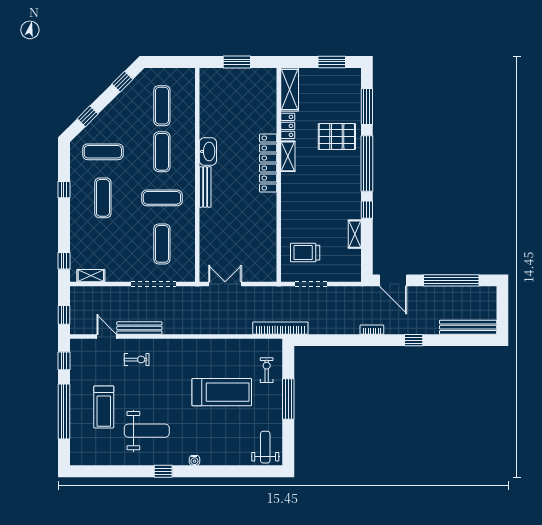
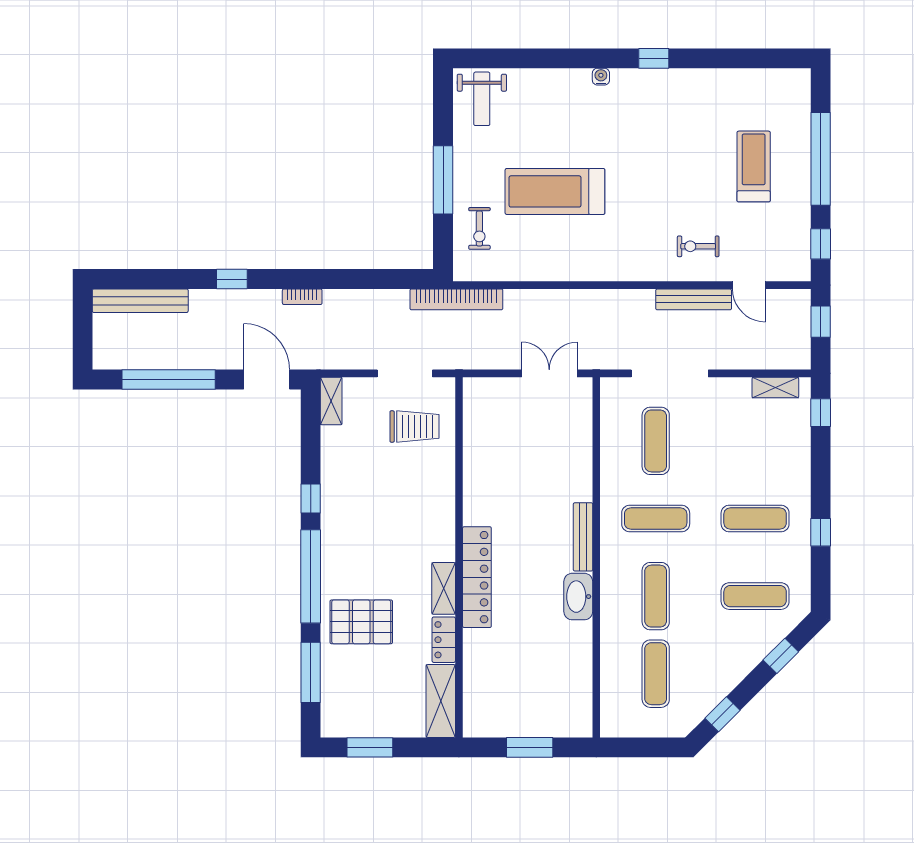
exercise mat: (103, 198) -> (755, 519), turned 90
shelving: (355, 234) -> (331, 401), moved
double door: (225, 284) -> (549, 373), swing flipped
weight bench: (147, 431) -> (681, 127), removed

